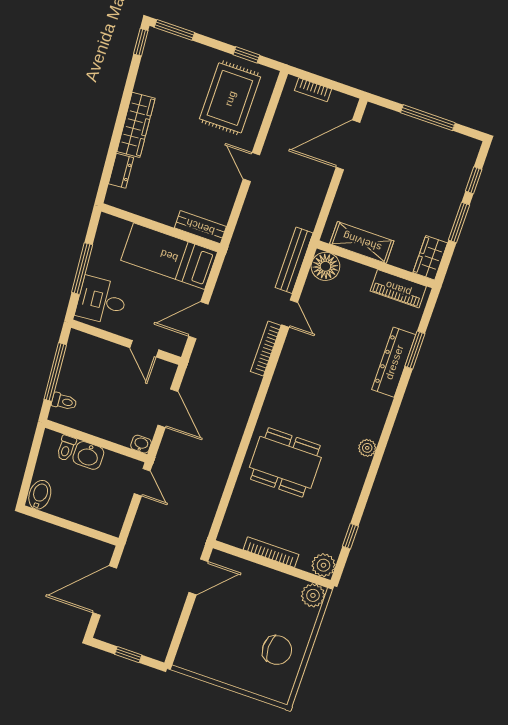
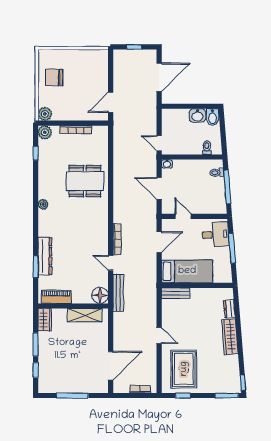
washbasin: (88, 455) -> (197, 115), moved, turned 180

